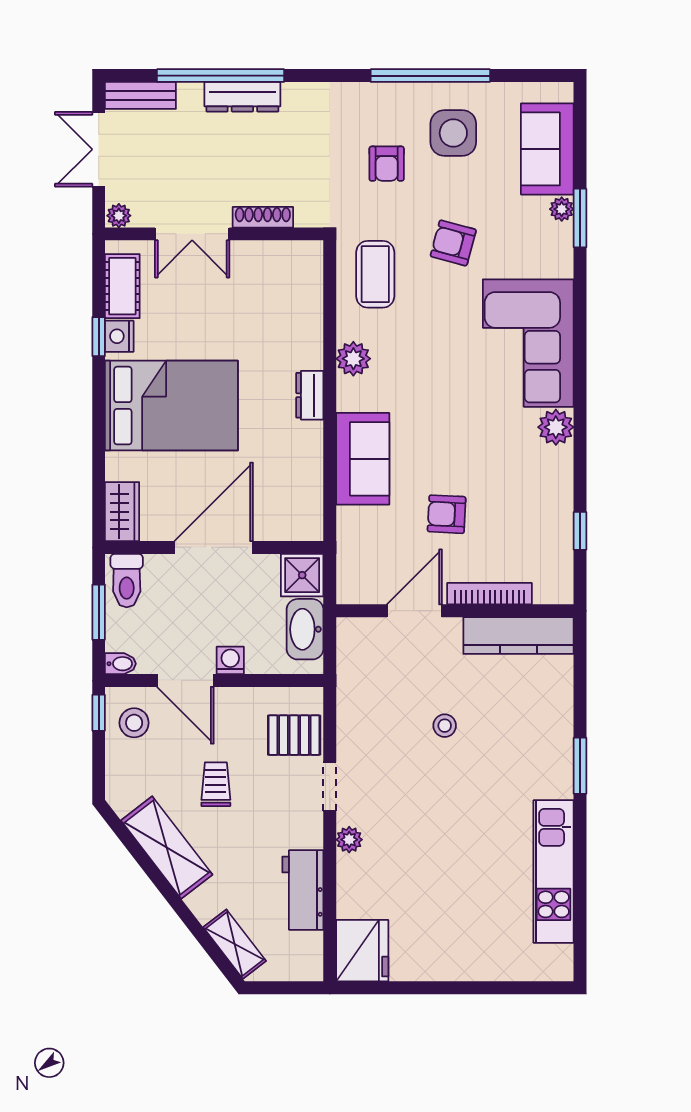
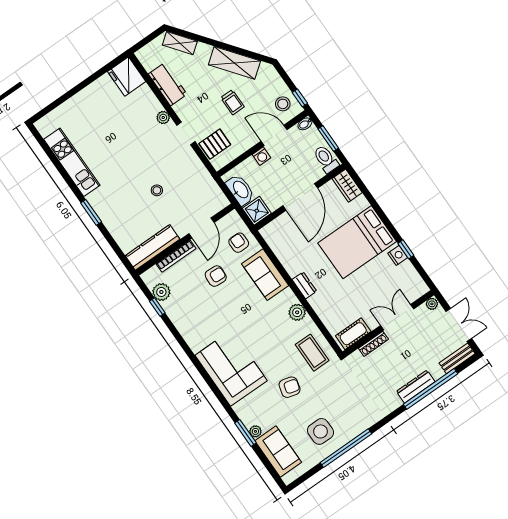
armchair: (387, 164) -> (239, 243), moved
cot: (122, 286) -> (353, 334), moved, turned 90
plant: (556, 427) -> (161, 292), moved

